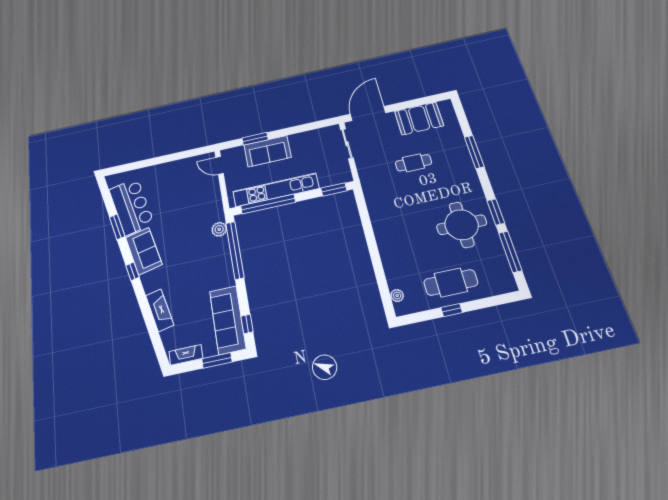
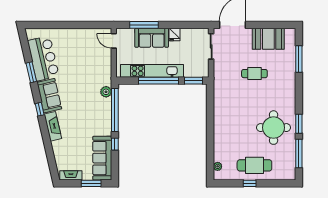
window: (255, 139) -> (144, 25), width x1.44
fridge: (296, 141) -> (174, 35), added
window: (474, 152) -> (299, 59), moved
window: (268, 204) -> (159, 81), moved
fireplace: (160, 310) -> (53, 126), moved
window: (247, 324) -> (115, 144), moved

